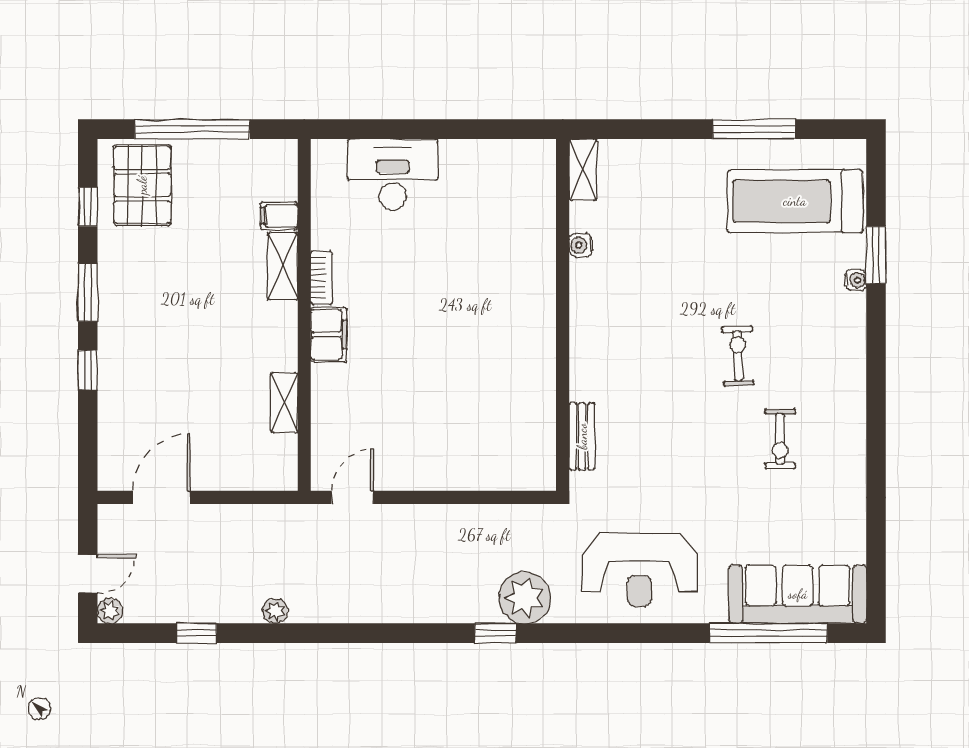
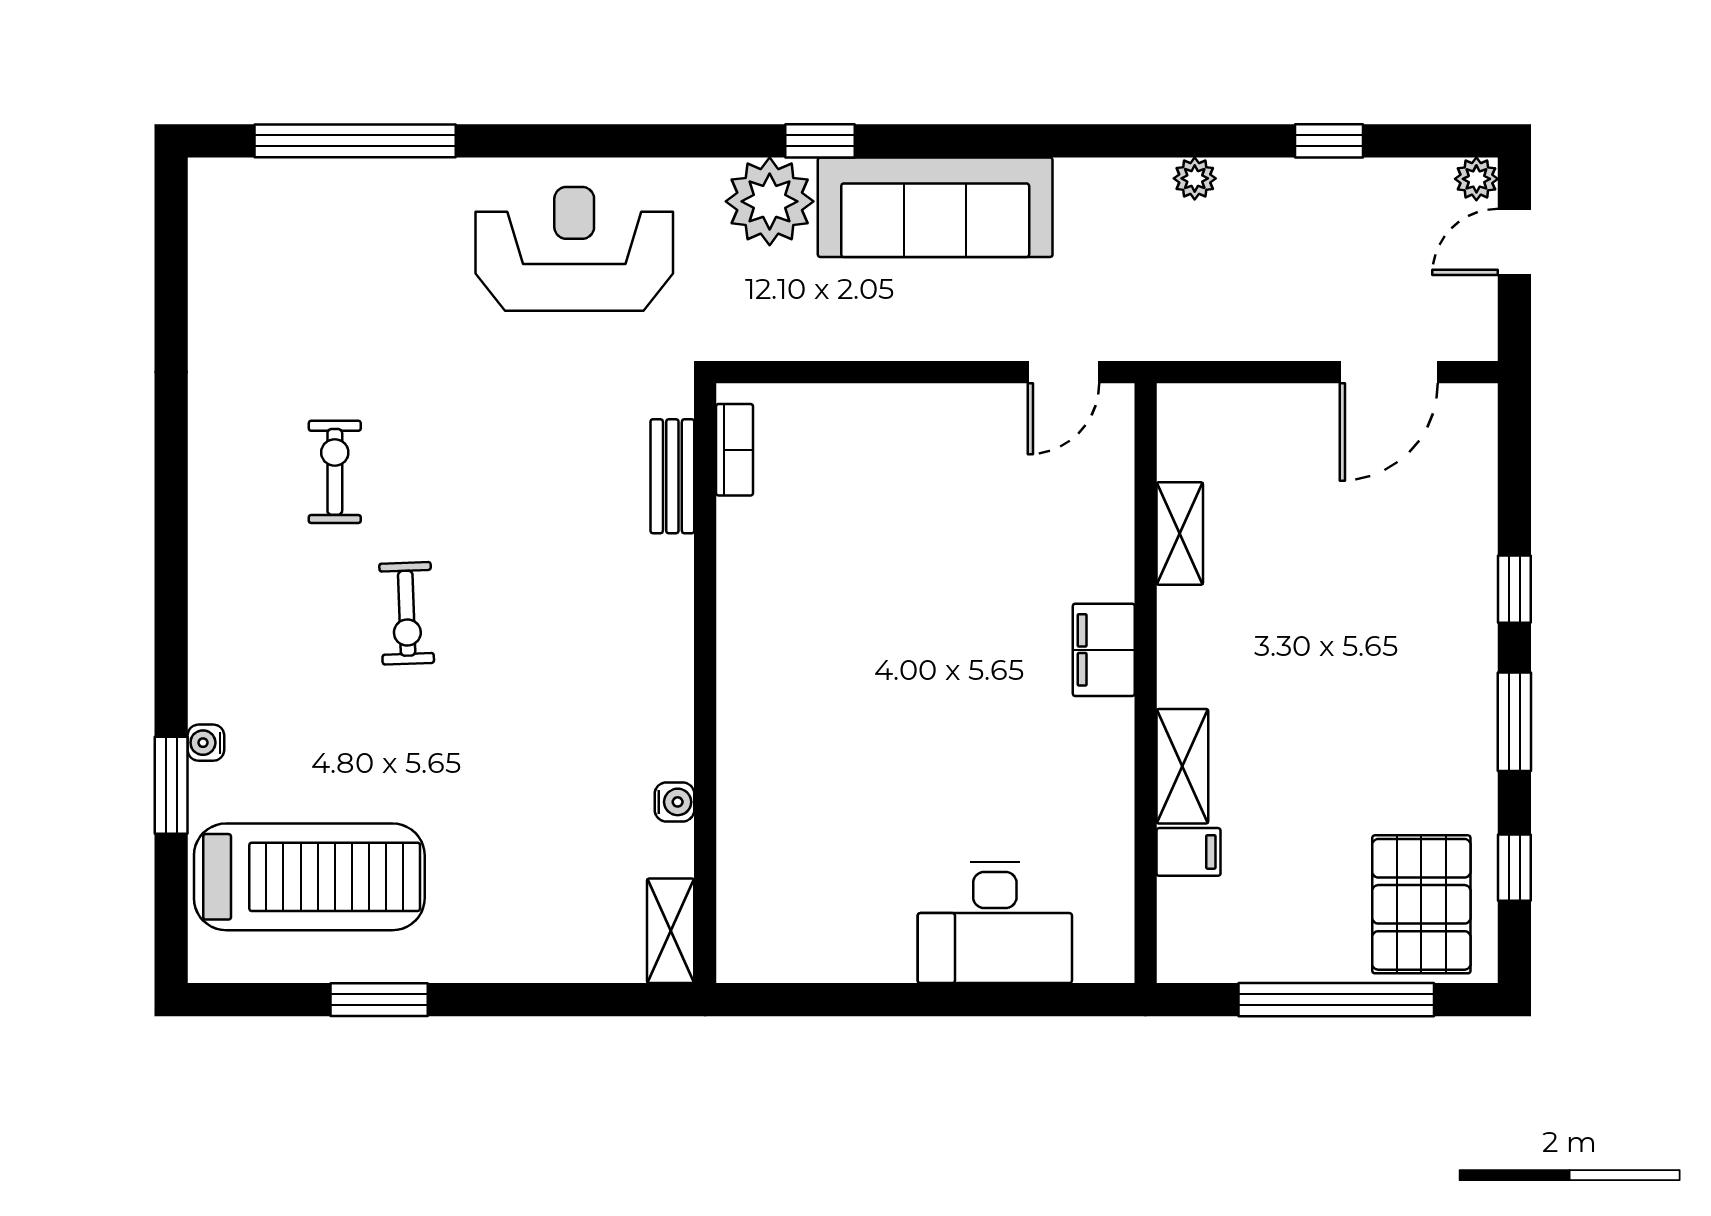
window: (754, 129) -> (379, 1000), width x0.69
bookcase: (321, 278) -> (735, 450), moved, turned 180
sofa: (798, 594) -> (935, 207), moved

